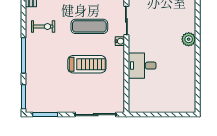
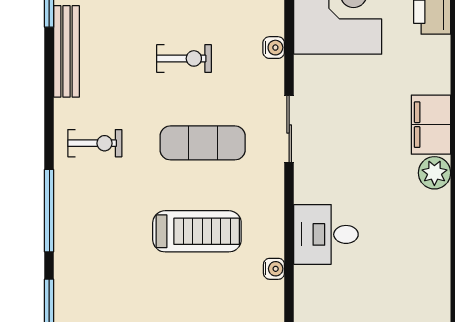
filing cabinet: (187, 19) -> (431, 125), added
water cooler: (120, 41) -> (274, 269), moved

